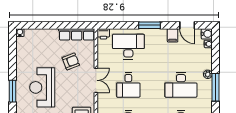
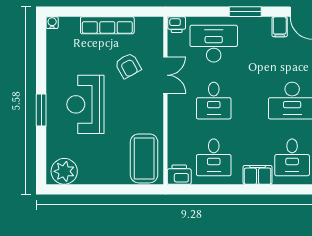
row of seats: (77, 34) -> (107, 25), moved
armchair: (71, 61) -> (128, 66), turned 82
double door: (96, 80) -> (165, 75), moved

